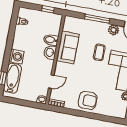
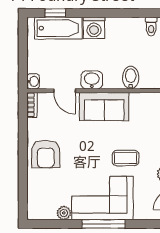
sofa: (68, 47) -> (104, 107), moved
washbasin: (50, 52) -> (92, 80), moved

